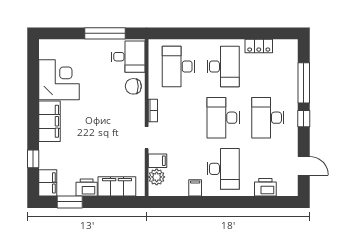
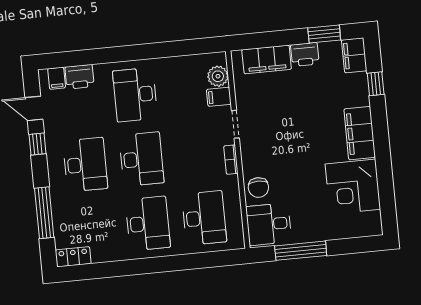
locker: (259, 46) -> (73, 257), moved
desk: (223, 67) -> (148, 224), turned 180
chair: (133, 86) -> (258, 188), turned 90
window: (304, 119) -> (37, 144), moved
filing cabinet: (195, 188) -> (57, 78), moved

